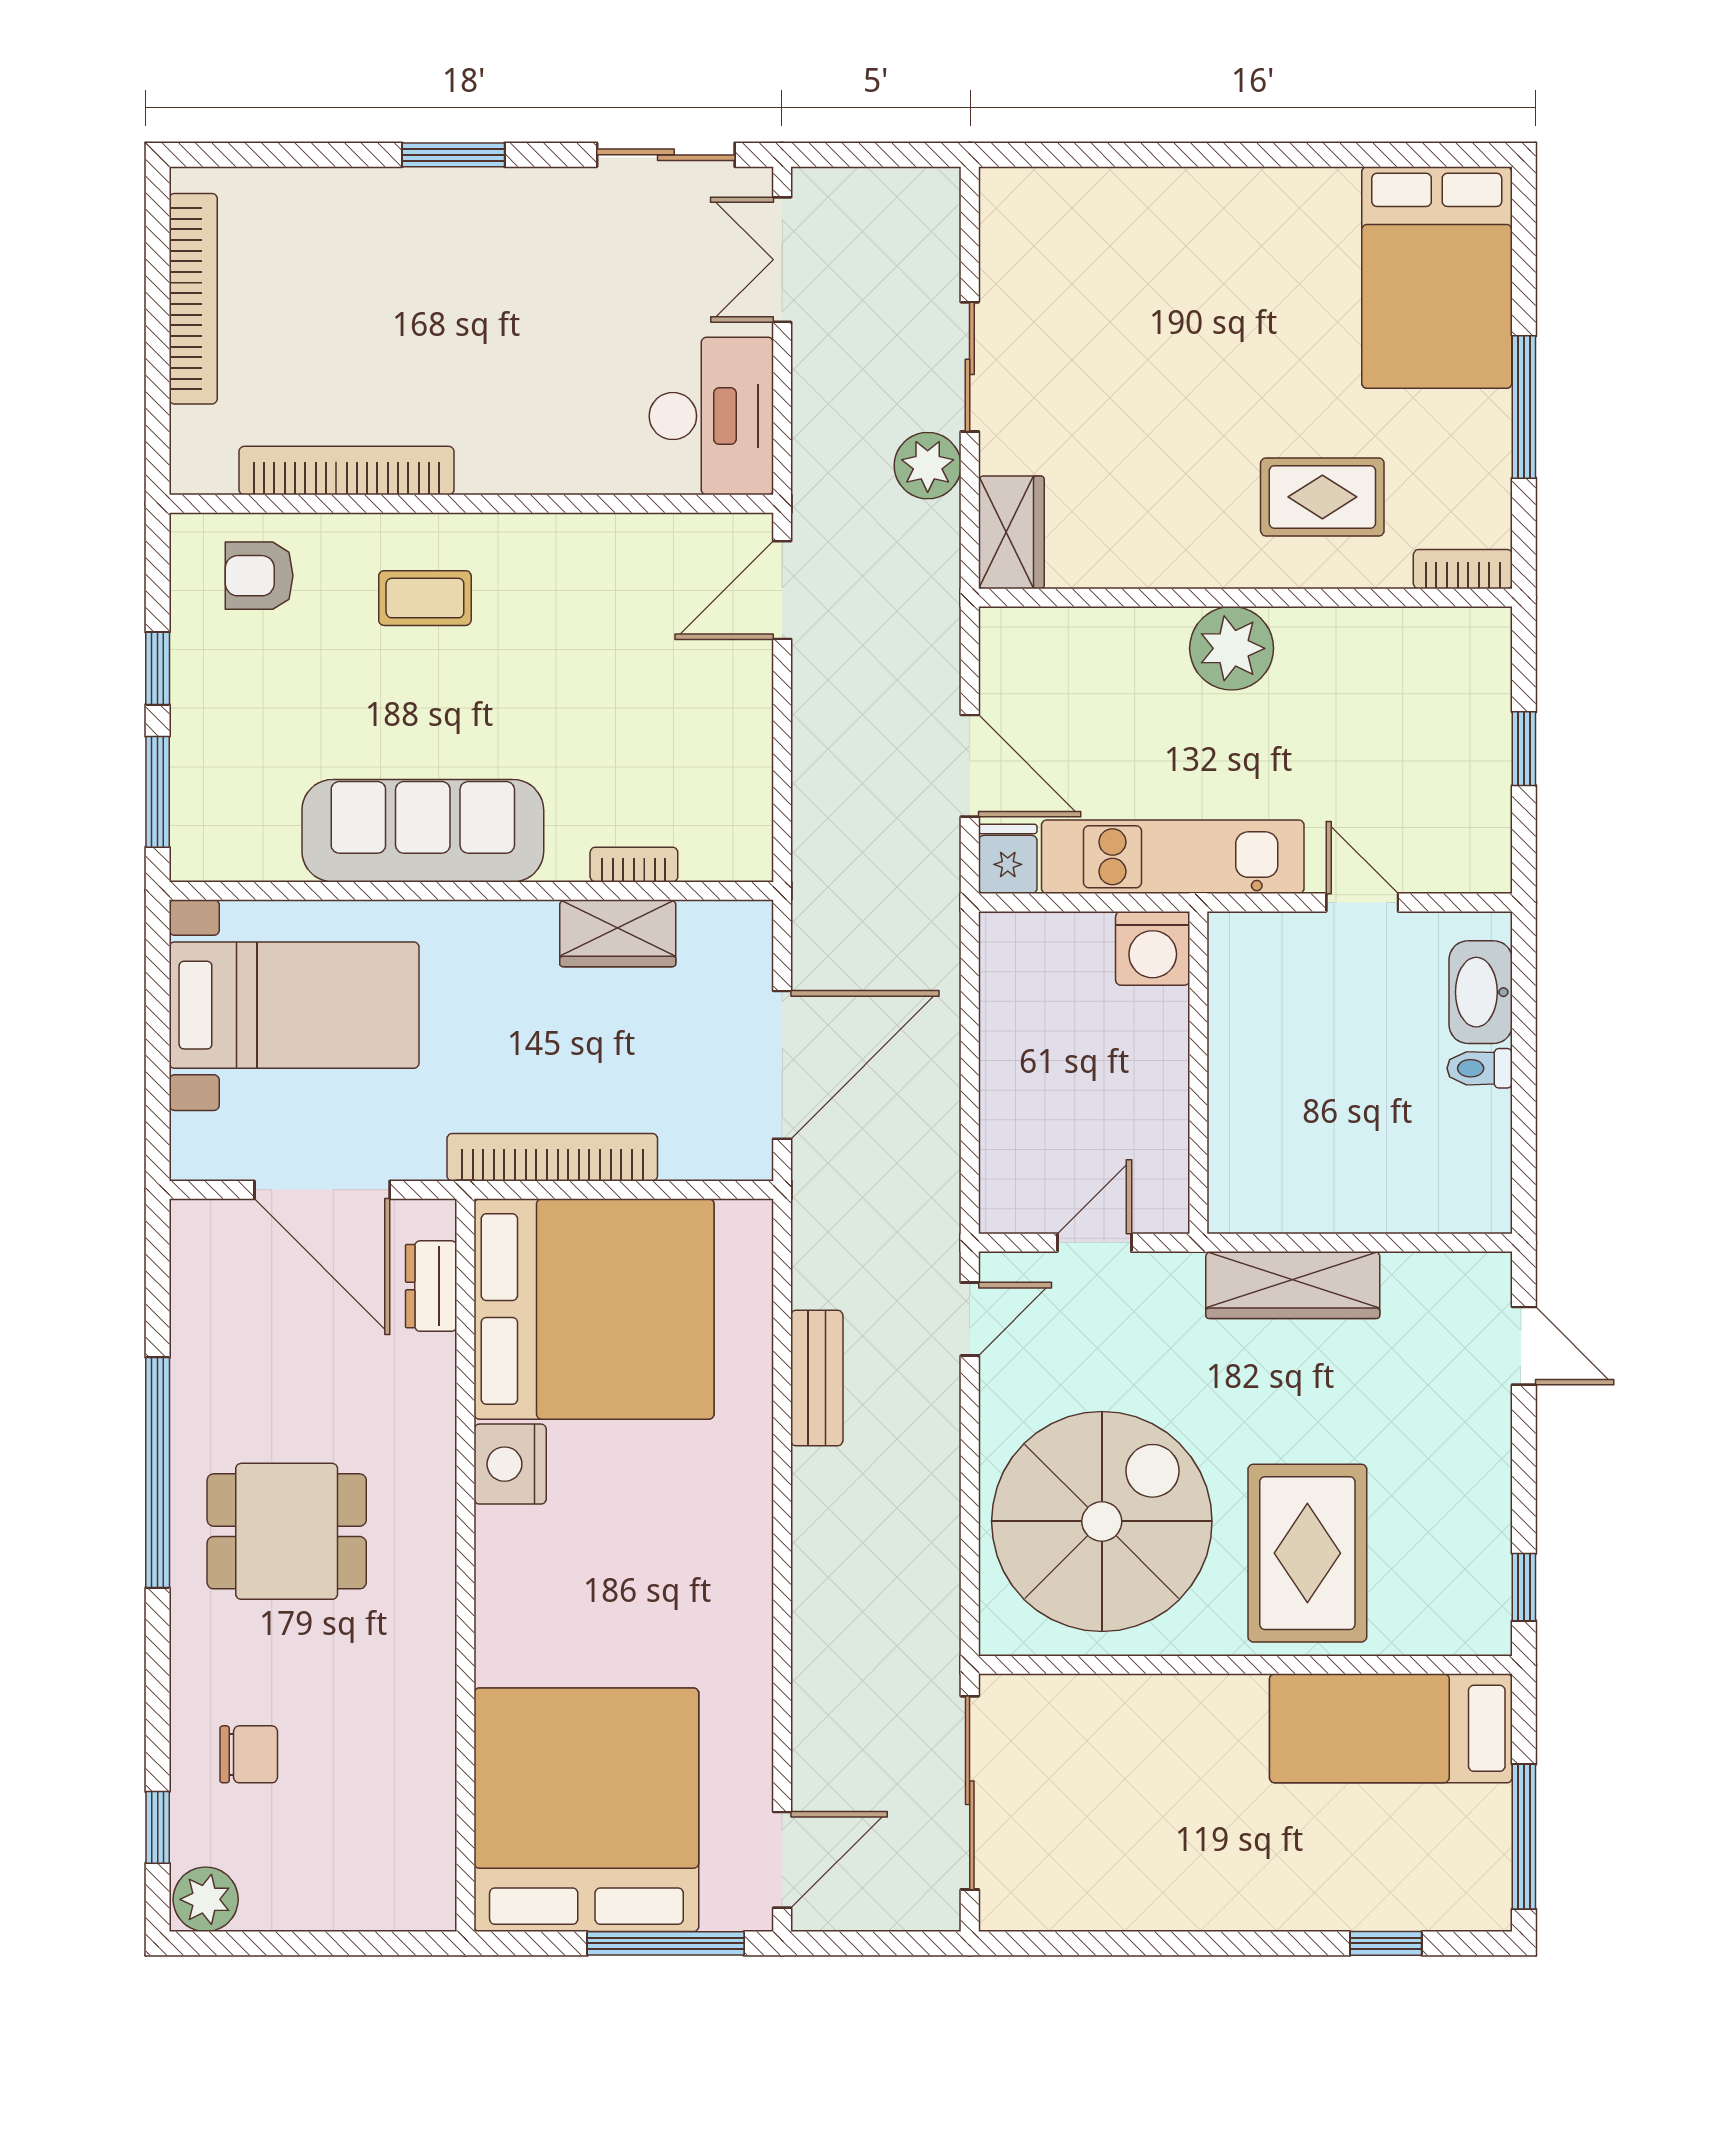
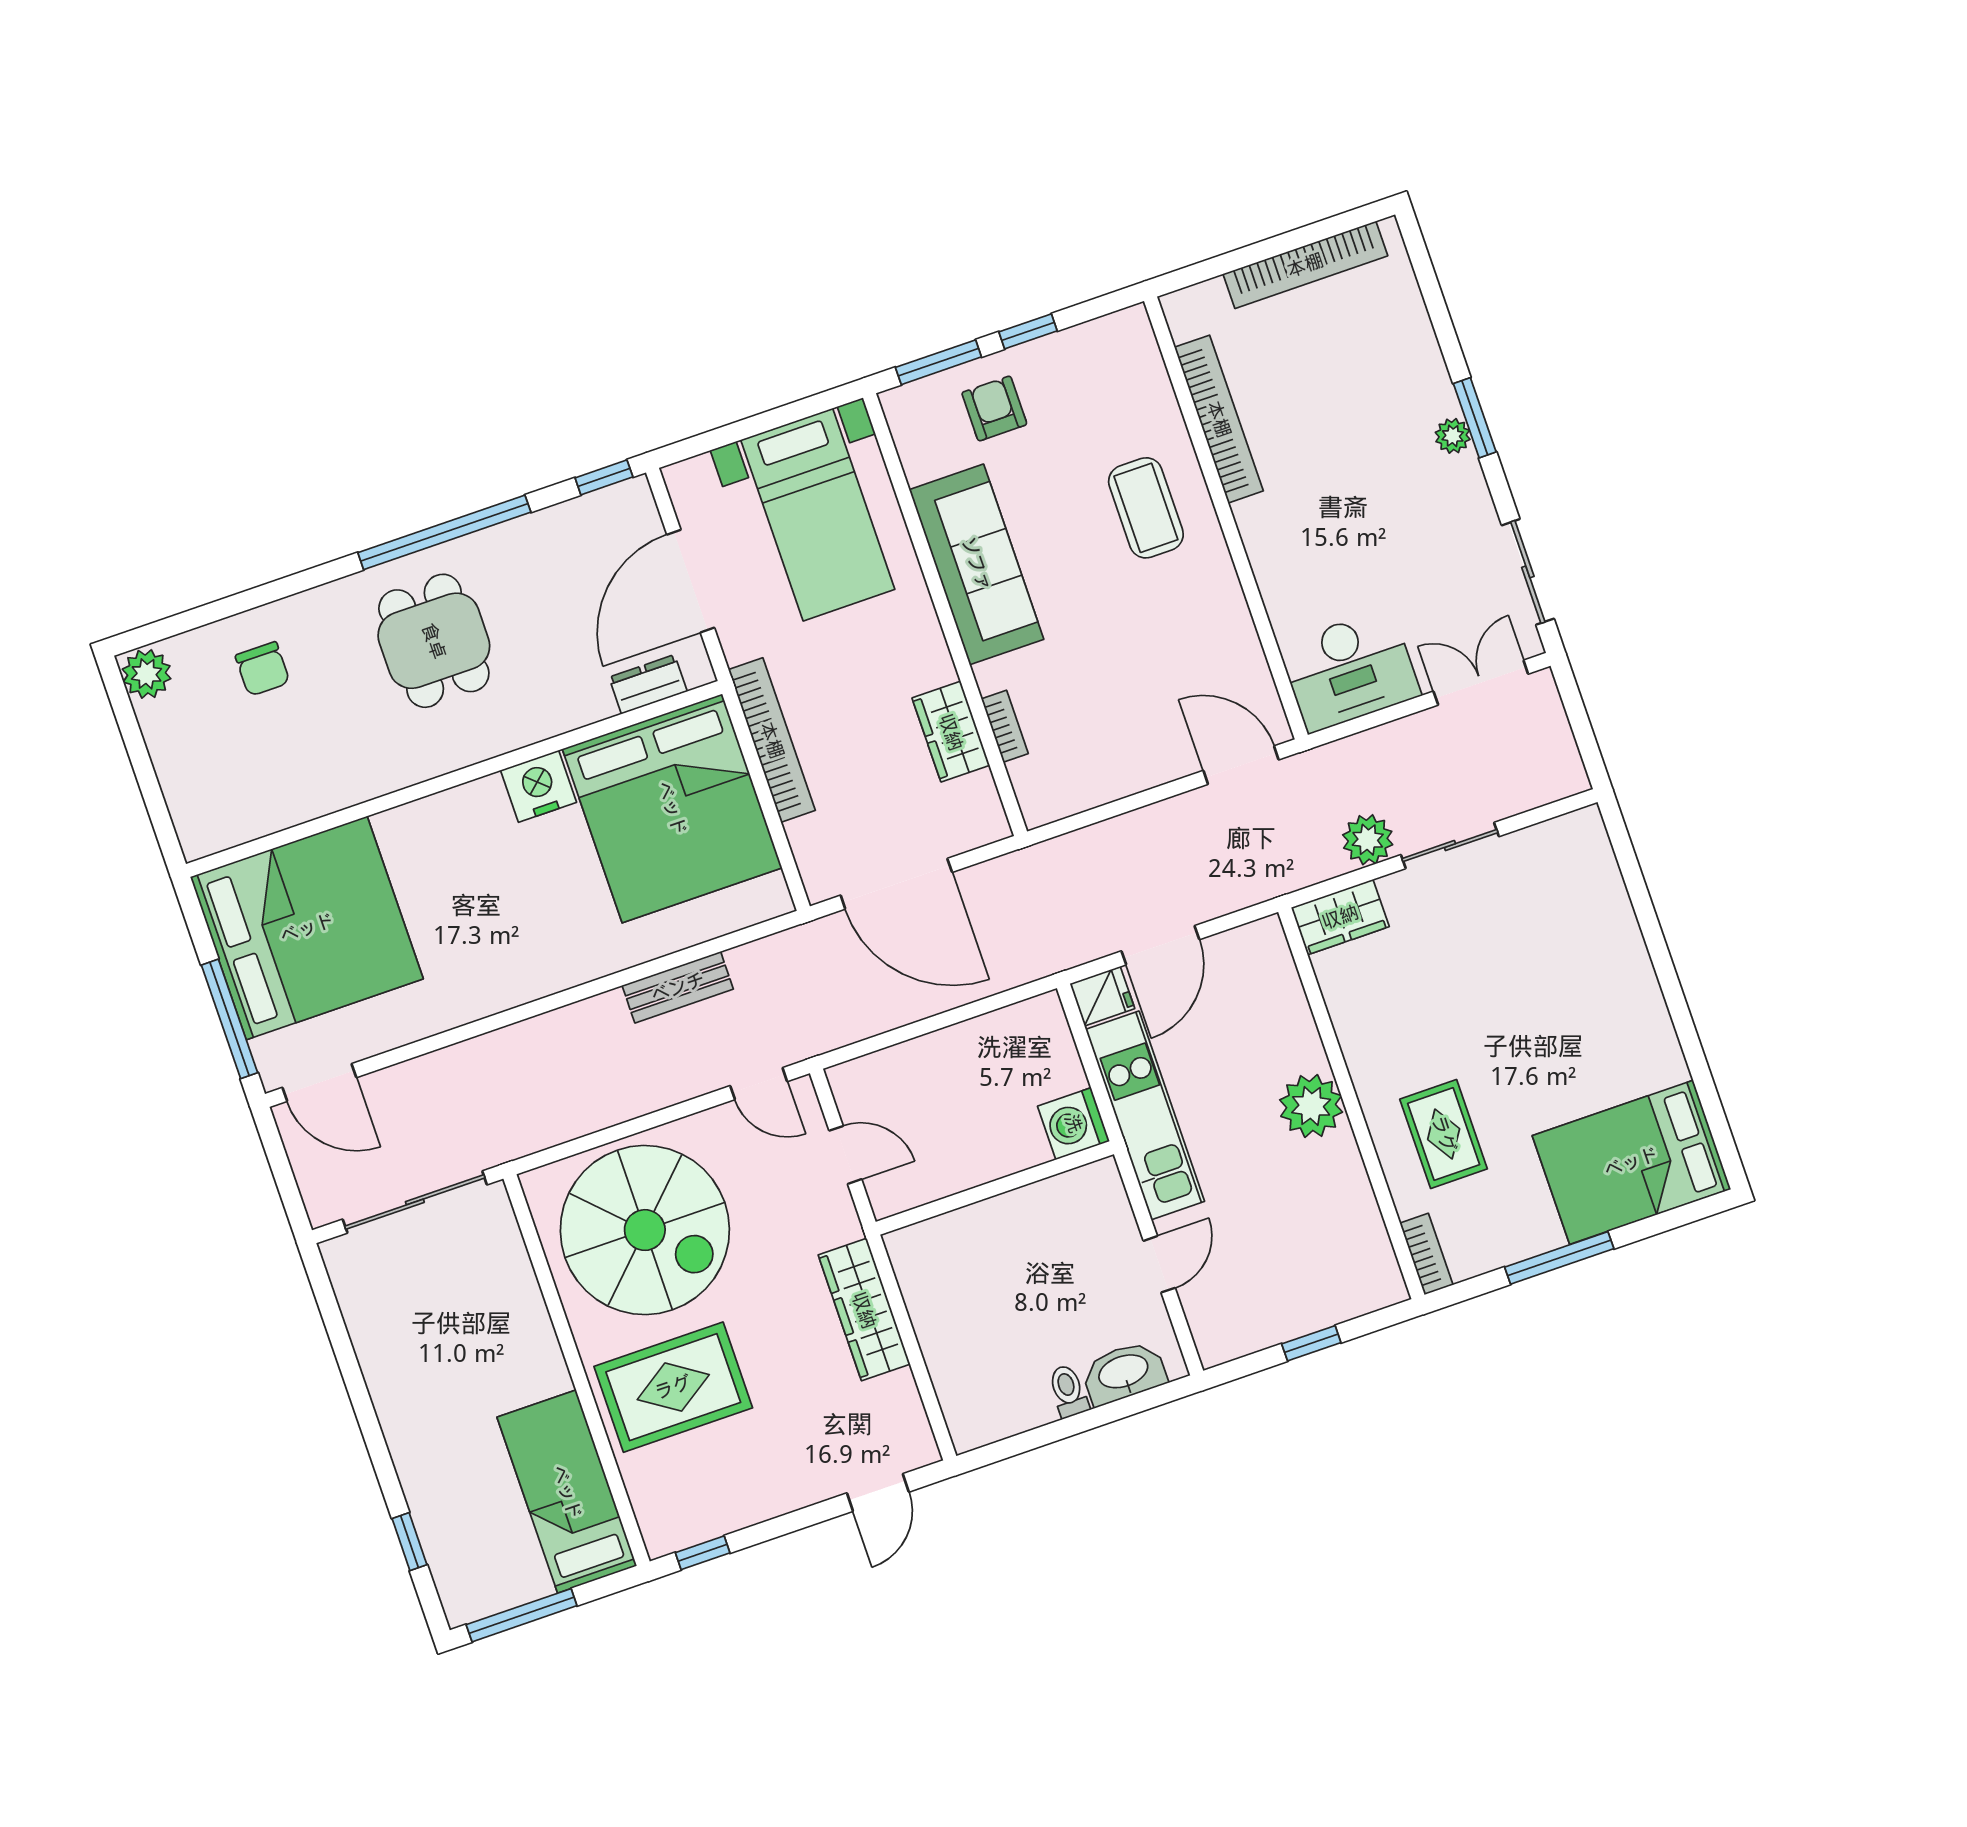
plant: (466, 190) -> (1453, 436), added
armchair: (259, 576) -> (994, 408), moved
coffee table: (425, 598) -> (1146, 508), width x1.36, depth x1.30
window: (158, 1827) -> (604, 477), moved

